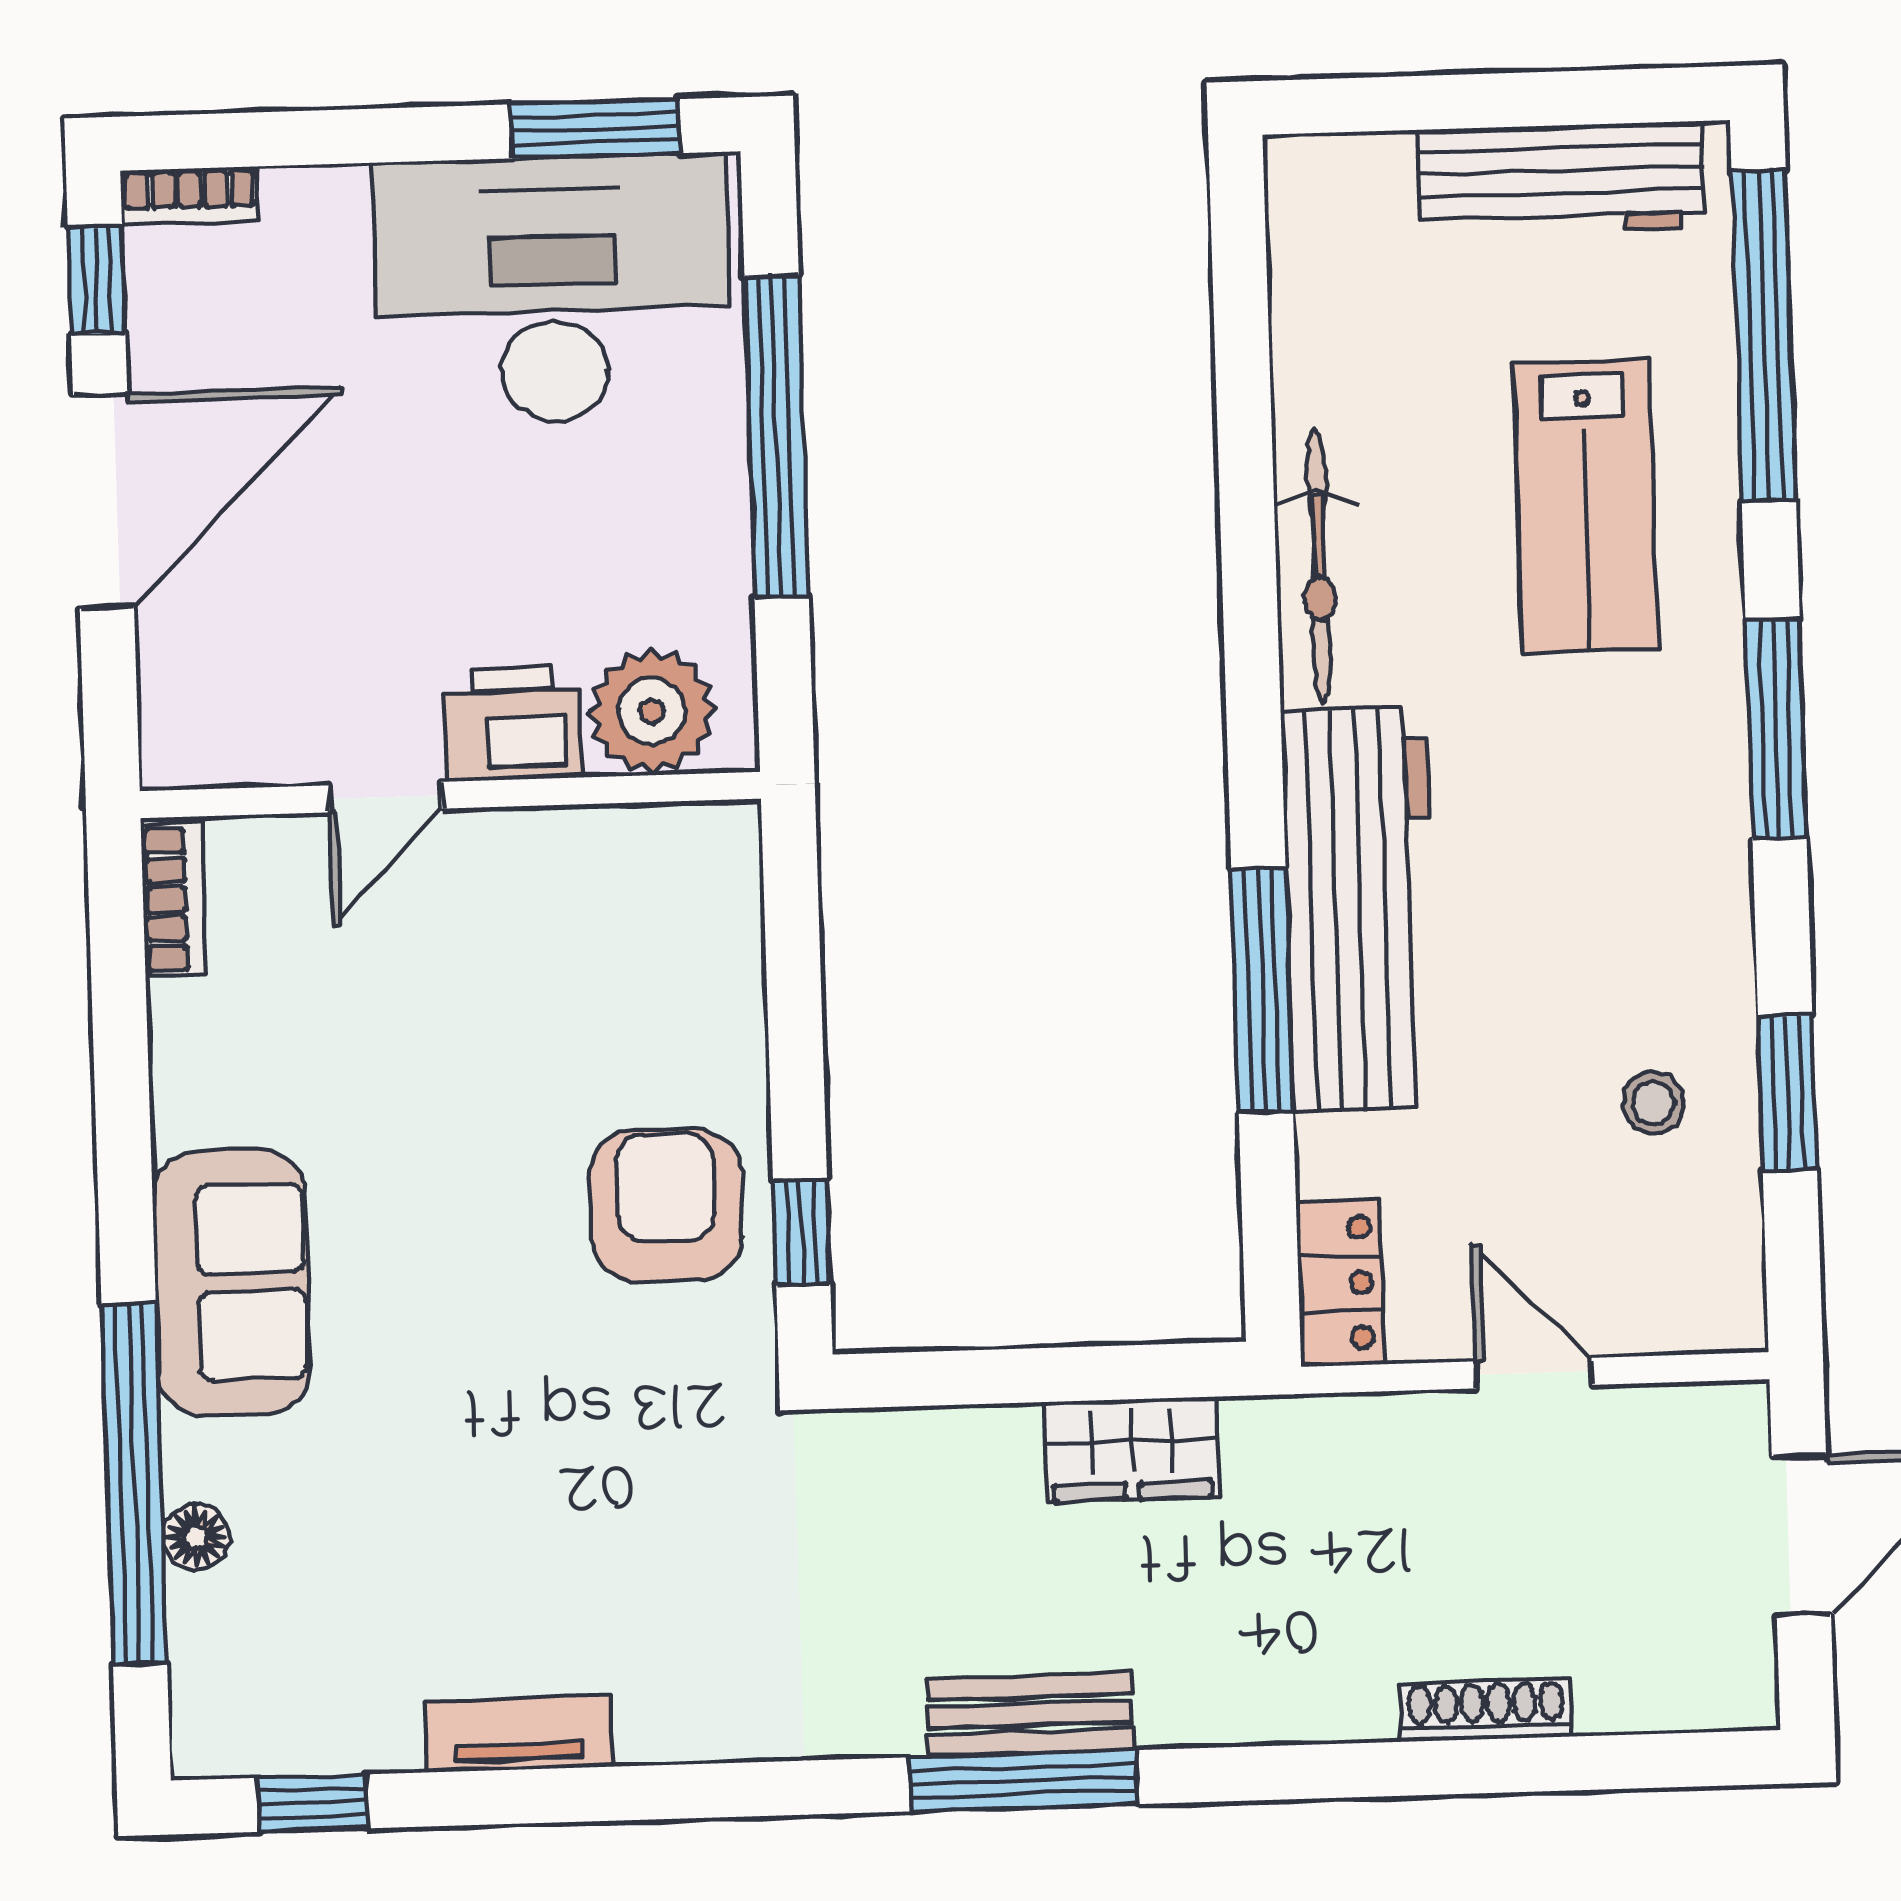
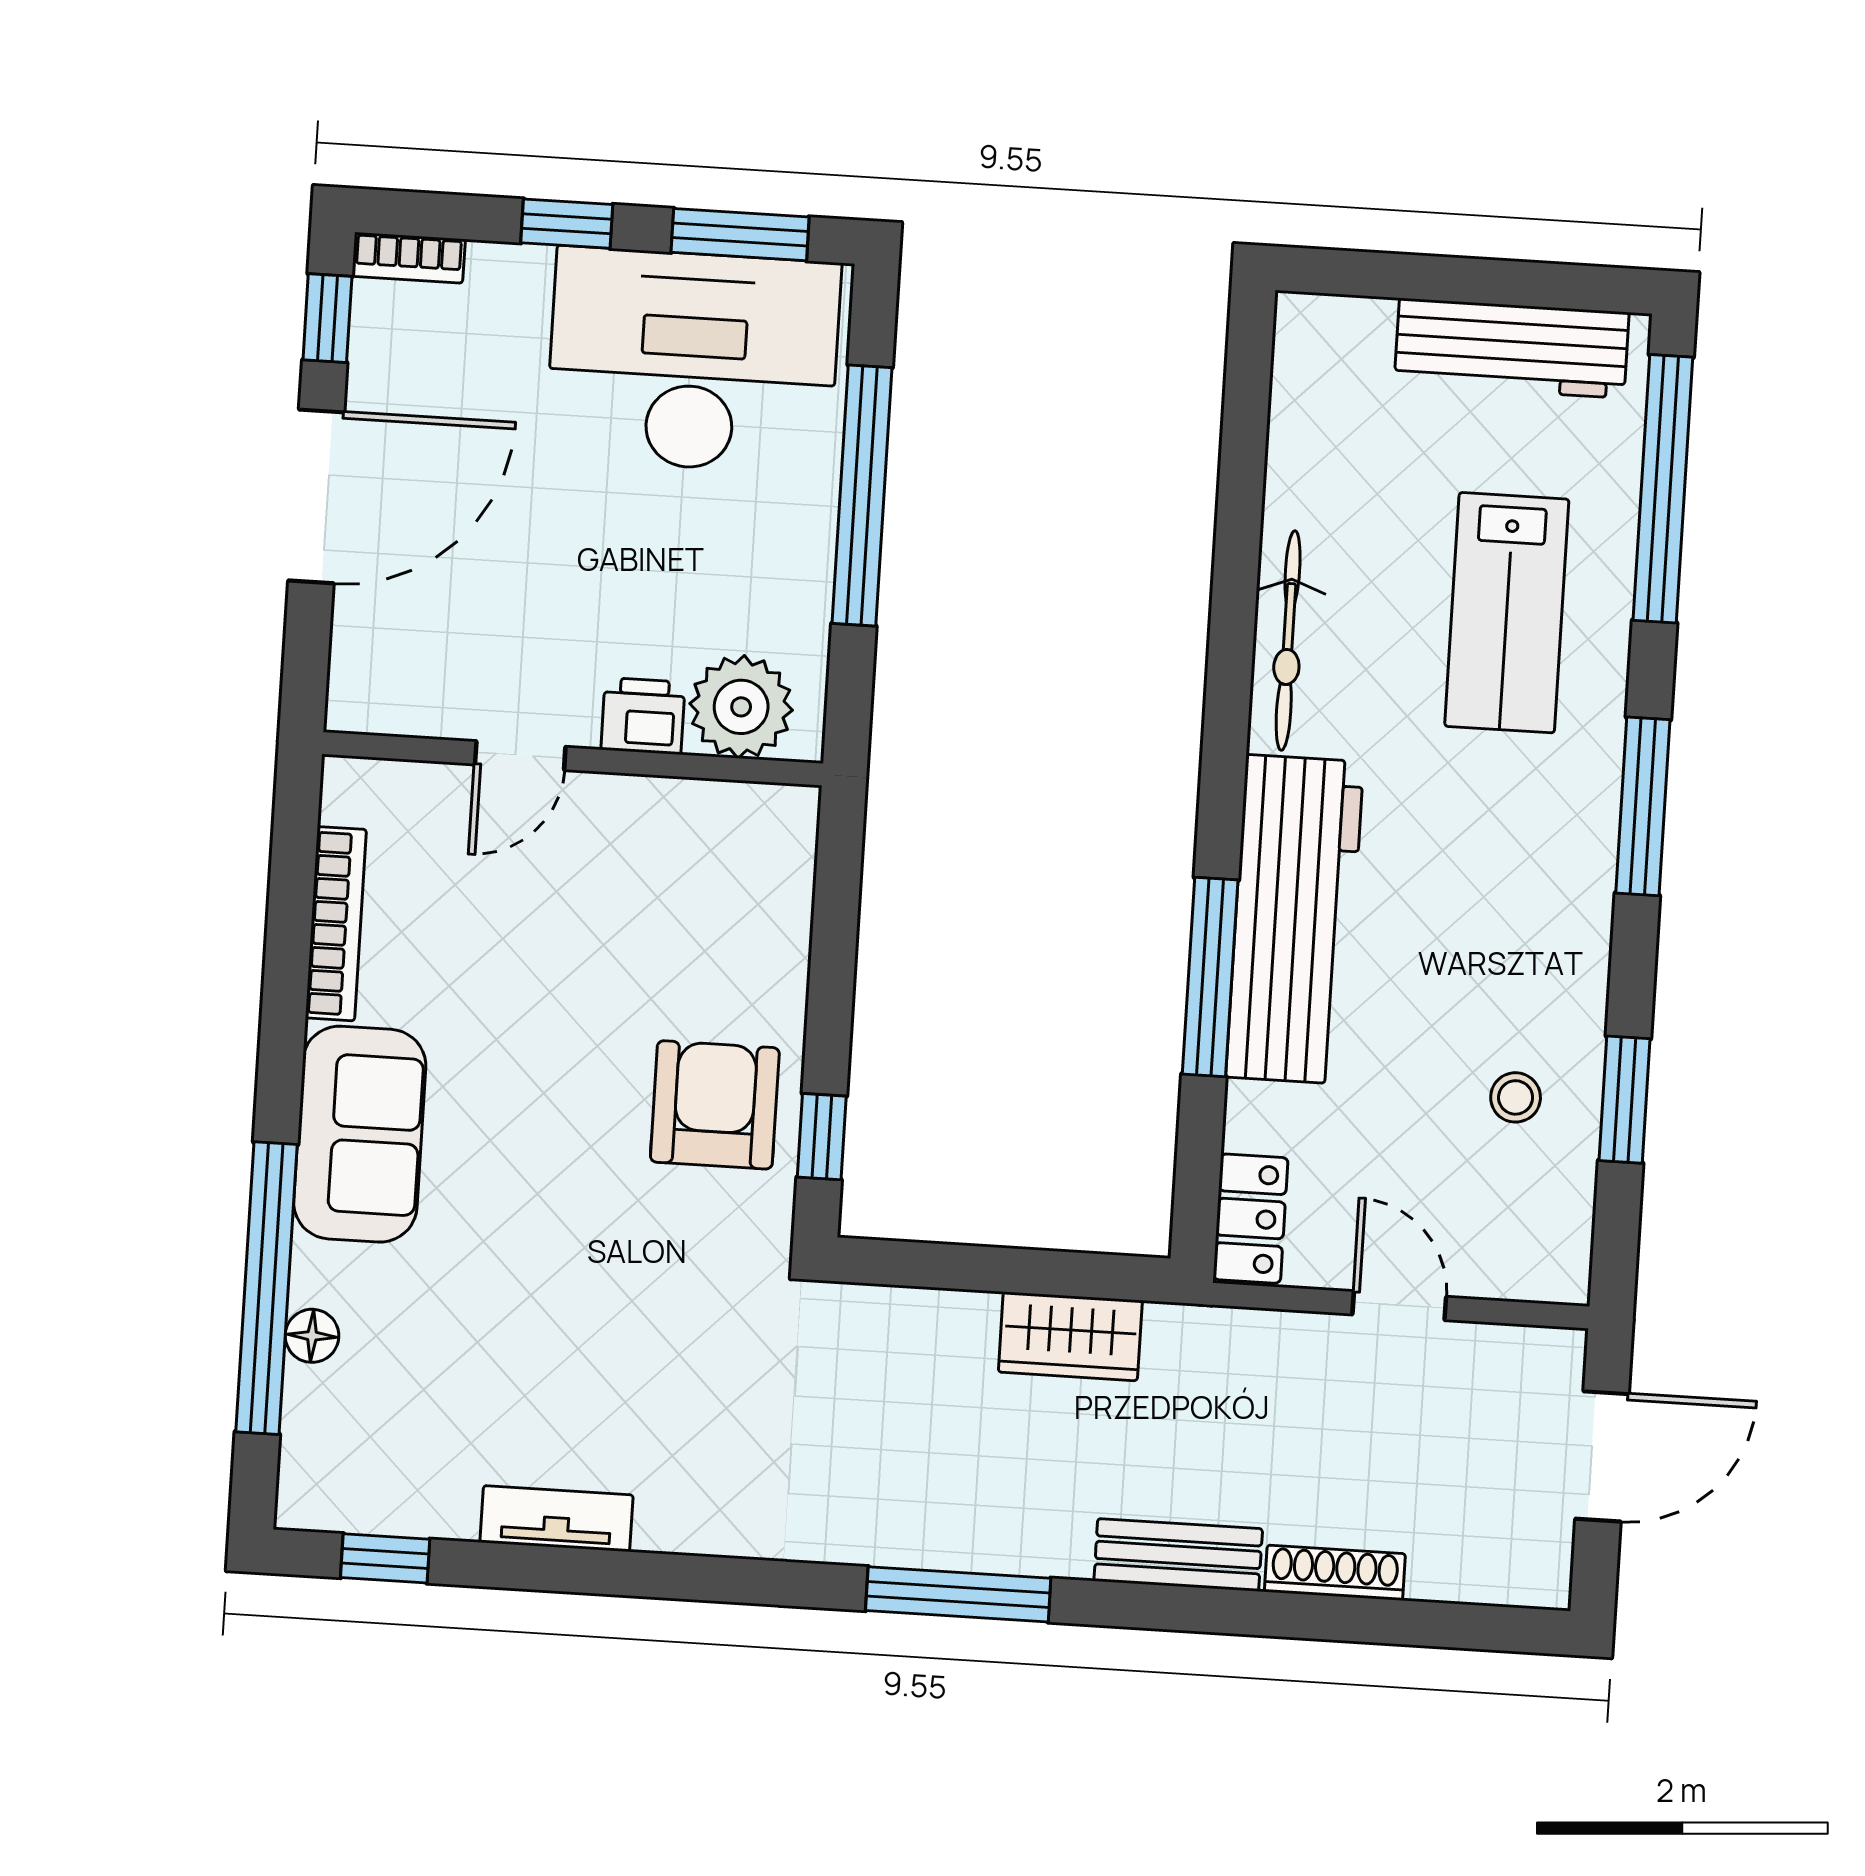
window: (381, 135) -> (567, 224), added
printer: (514, 724) -> (643, 716), width x0.73, depth x0.81
bookcase: (173, 899) -> (336, 924), moved, width x1.56
bench: (1030, 1714) -> (1178, 1555), moved

